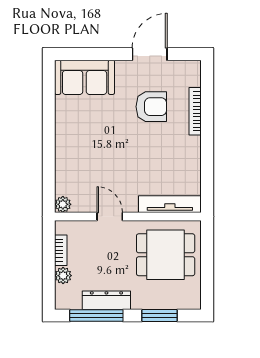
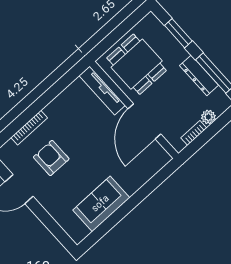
sofa: (85, 77) -> (101, 204), moved, turned -90
plant: (63, 204) -> (164, 158), removed
door: (110, 216) -> (144, 121), width x1.87

